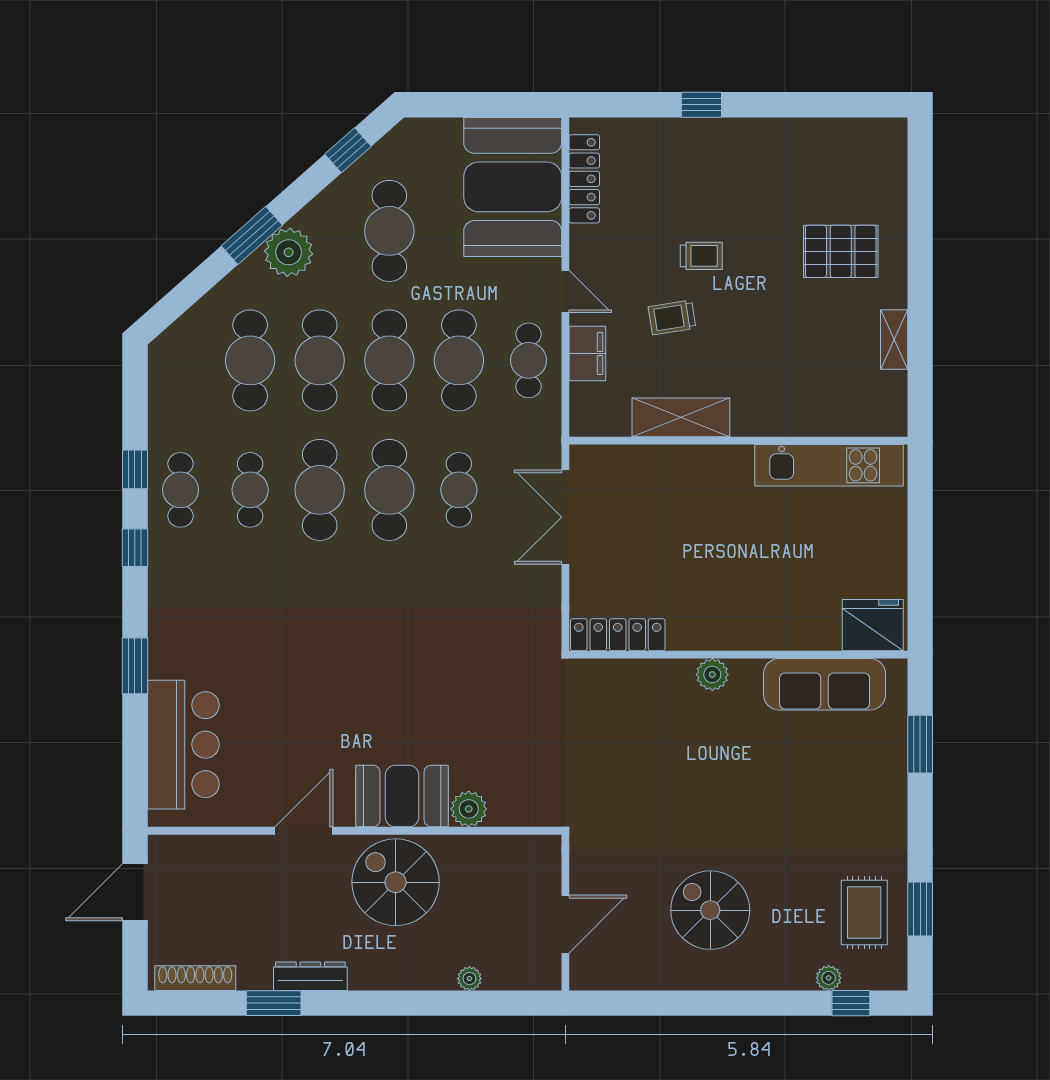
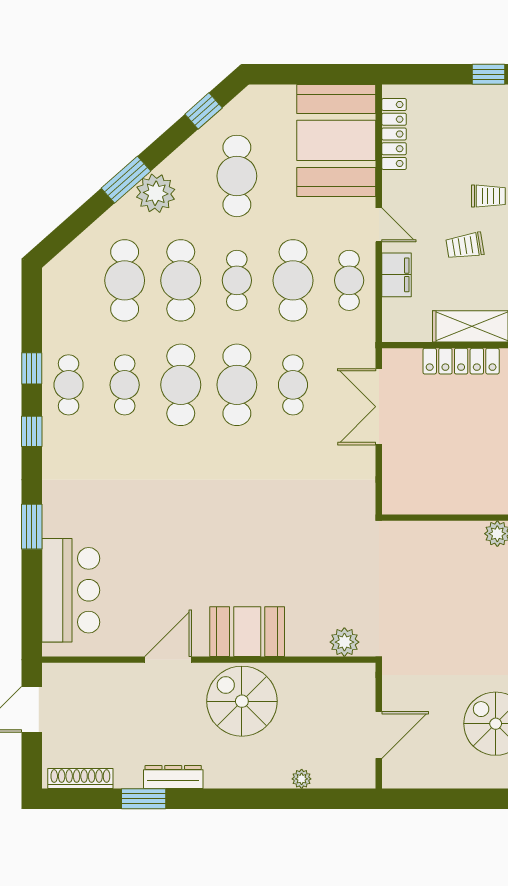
cafe table: (389, 360) -> (237, 280), width x0.73, depth x0.74
locker: (618, 635) -> (461, 361), moved, turned 180
plant: (469, 809) -> (344, 642), moved

